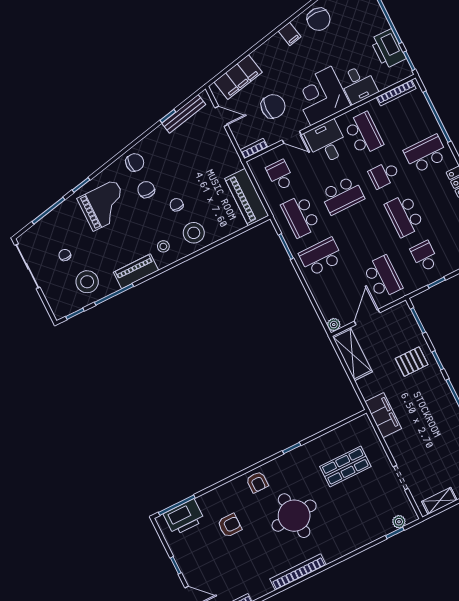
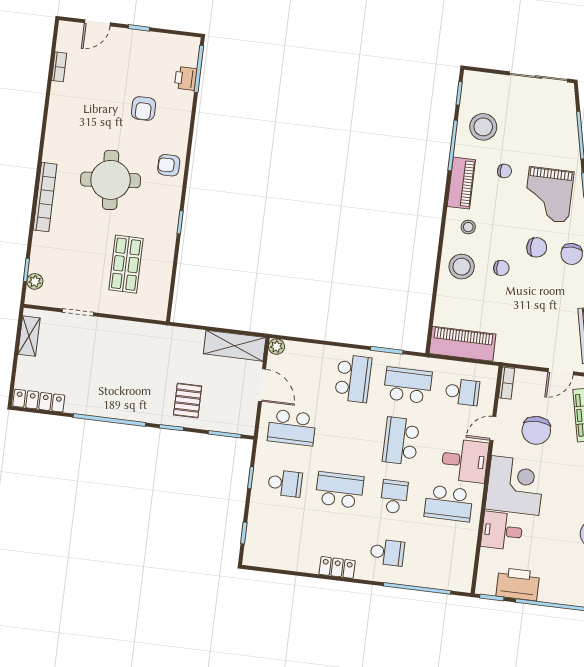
bookcase: (396, 93) -> (468, 563), removed
school desk: (426, 154) -> (387, 552), width x0.54
chair: (65, 255) -> (504, 171), moved
filing cabinet: (383, 415) -> (153, 336), removed
printer: (184, 517) -> (186, 78), width x0.53, depth x0.68
bookcase: (298, 572) -> (45, 197), moved

